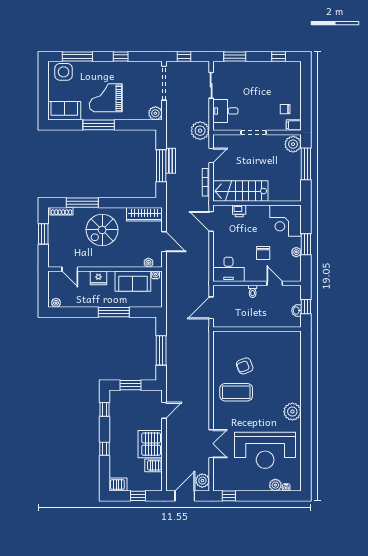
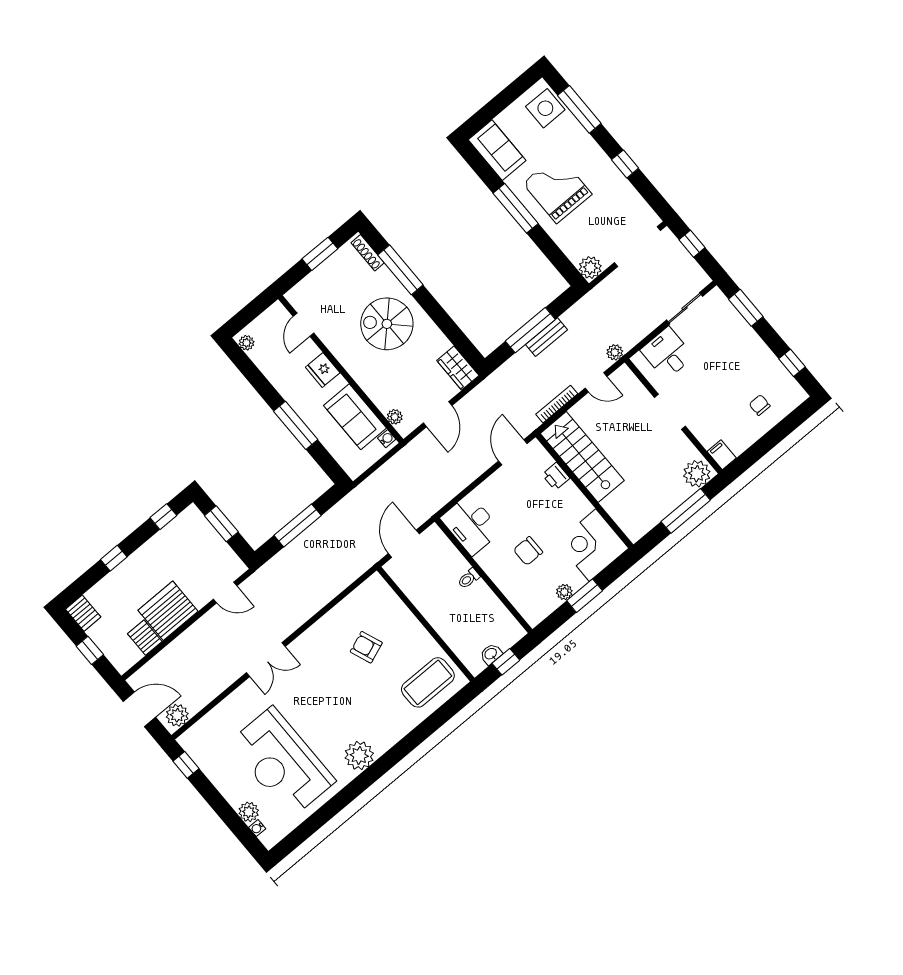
chair: (285, 109) -> (760, 405), moved
plant: (200, 131) -> (615, 352), width x0.53, depth x0.53
wardrobe: (144, 214) -> (458, 368), width x0.67
door: (275, 283) -> (502, 598), removed
door: (211, 308) -> (404, 544), hinge flipped
coffee table: (236, 392) -> (428, 682), moved, turned 90
double door: (211, 444) -> (266, 660), moved

